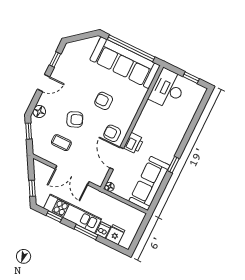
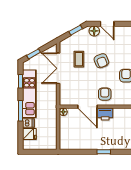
door: (44, 83) -> (107, 24), moved
door: (117, 158) -> (88, 107), swing flipped
double door: (72, 175) -> (58, 68), moved
sofa: (149, 183) -> (81, 141), removed

